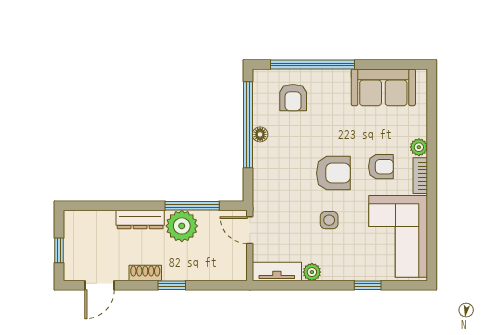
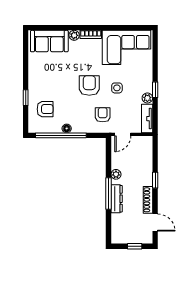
window: (313, 65) -> (26, 98), width x0.32
sofa: (383, 87) -> (49, 41), moved, turned 90
armchair: (381, 167) -> (103, 115), moved
window: (192, 206) -> (108, 194), moved
plant: (182, 226) -> (116, 174), width x0.53, depth x0.53
shoe rack: (145, 273) -> (148, 200), width x1.43
window: (368, 285) -> (155, 90), moved

